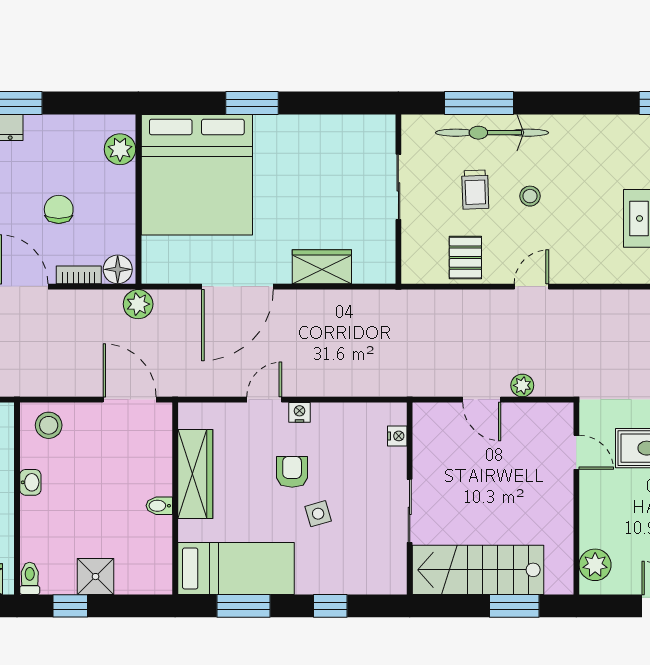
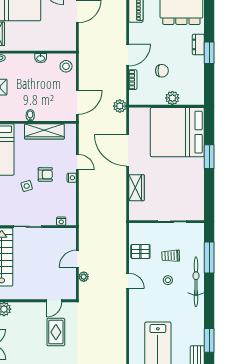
bicycle: (492, 133) -> (196, 282), moved
plant: (120, 149) -> (172, 98), moved
floor lamp: (118, 269) -> (135, 97), removed

